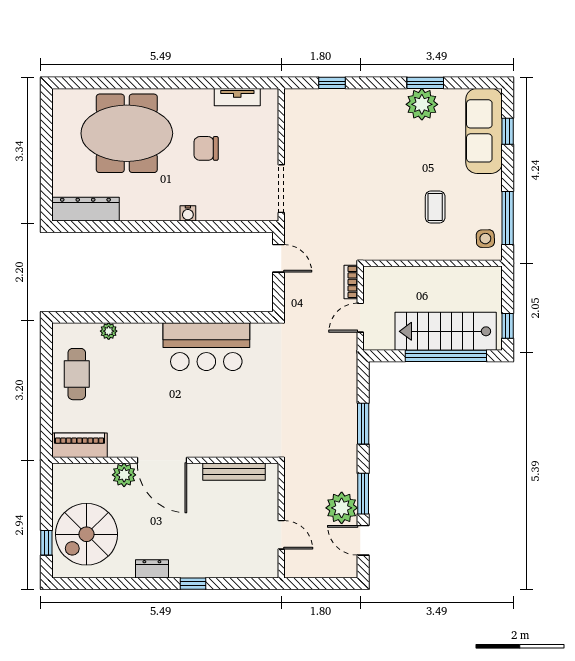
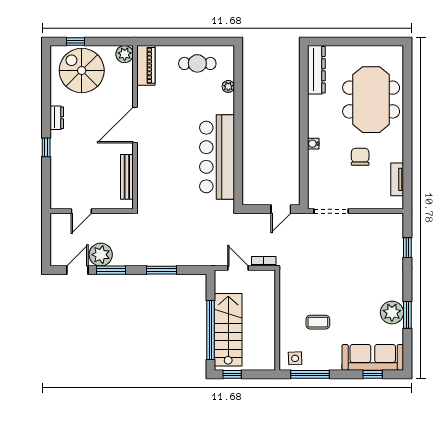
bar counter: (206, 347) -> (217, 157), width x1.36
plant: (124, 475) -> (125, 54), moved

